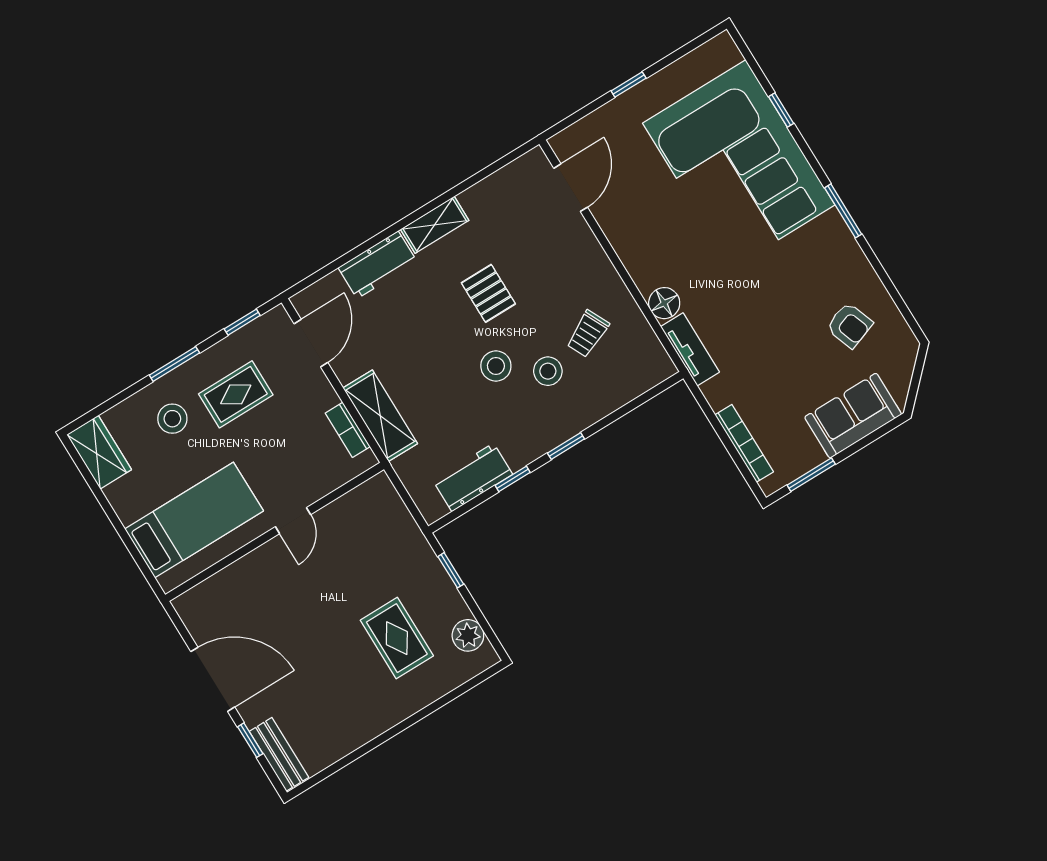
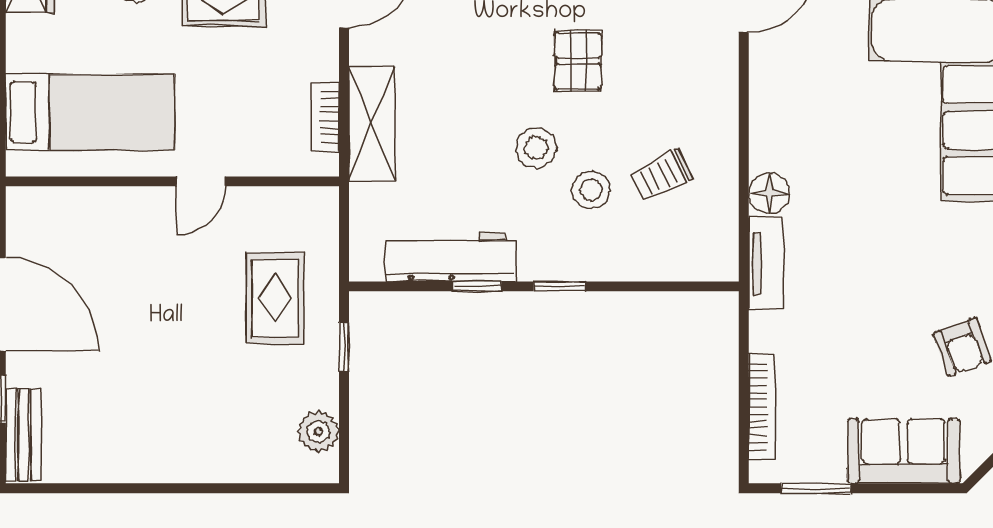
workbench: (473, 477) -> (451, 257), width x1.38
rug: (397, 638) -> (275, 298), moved

